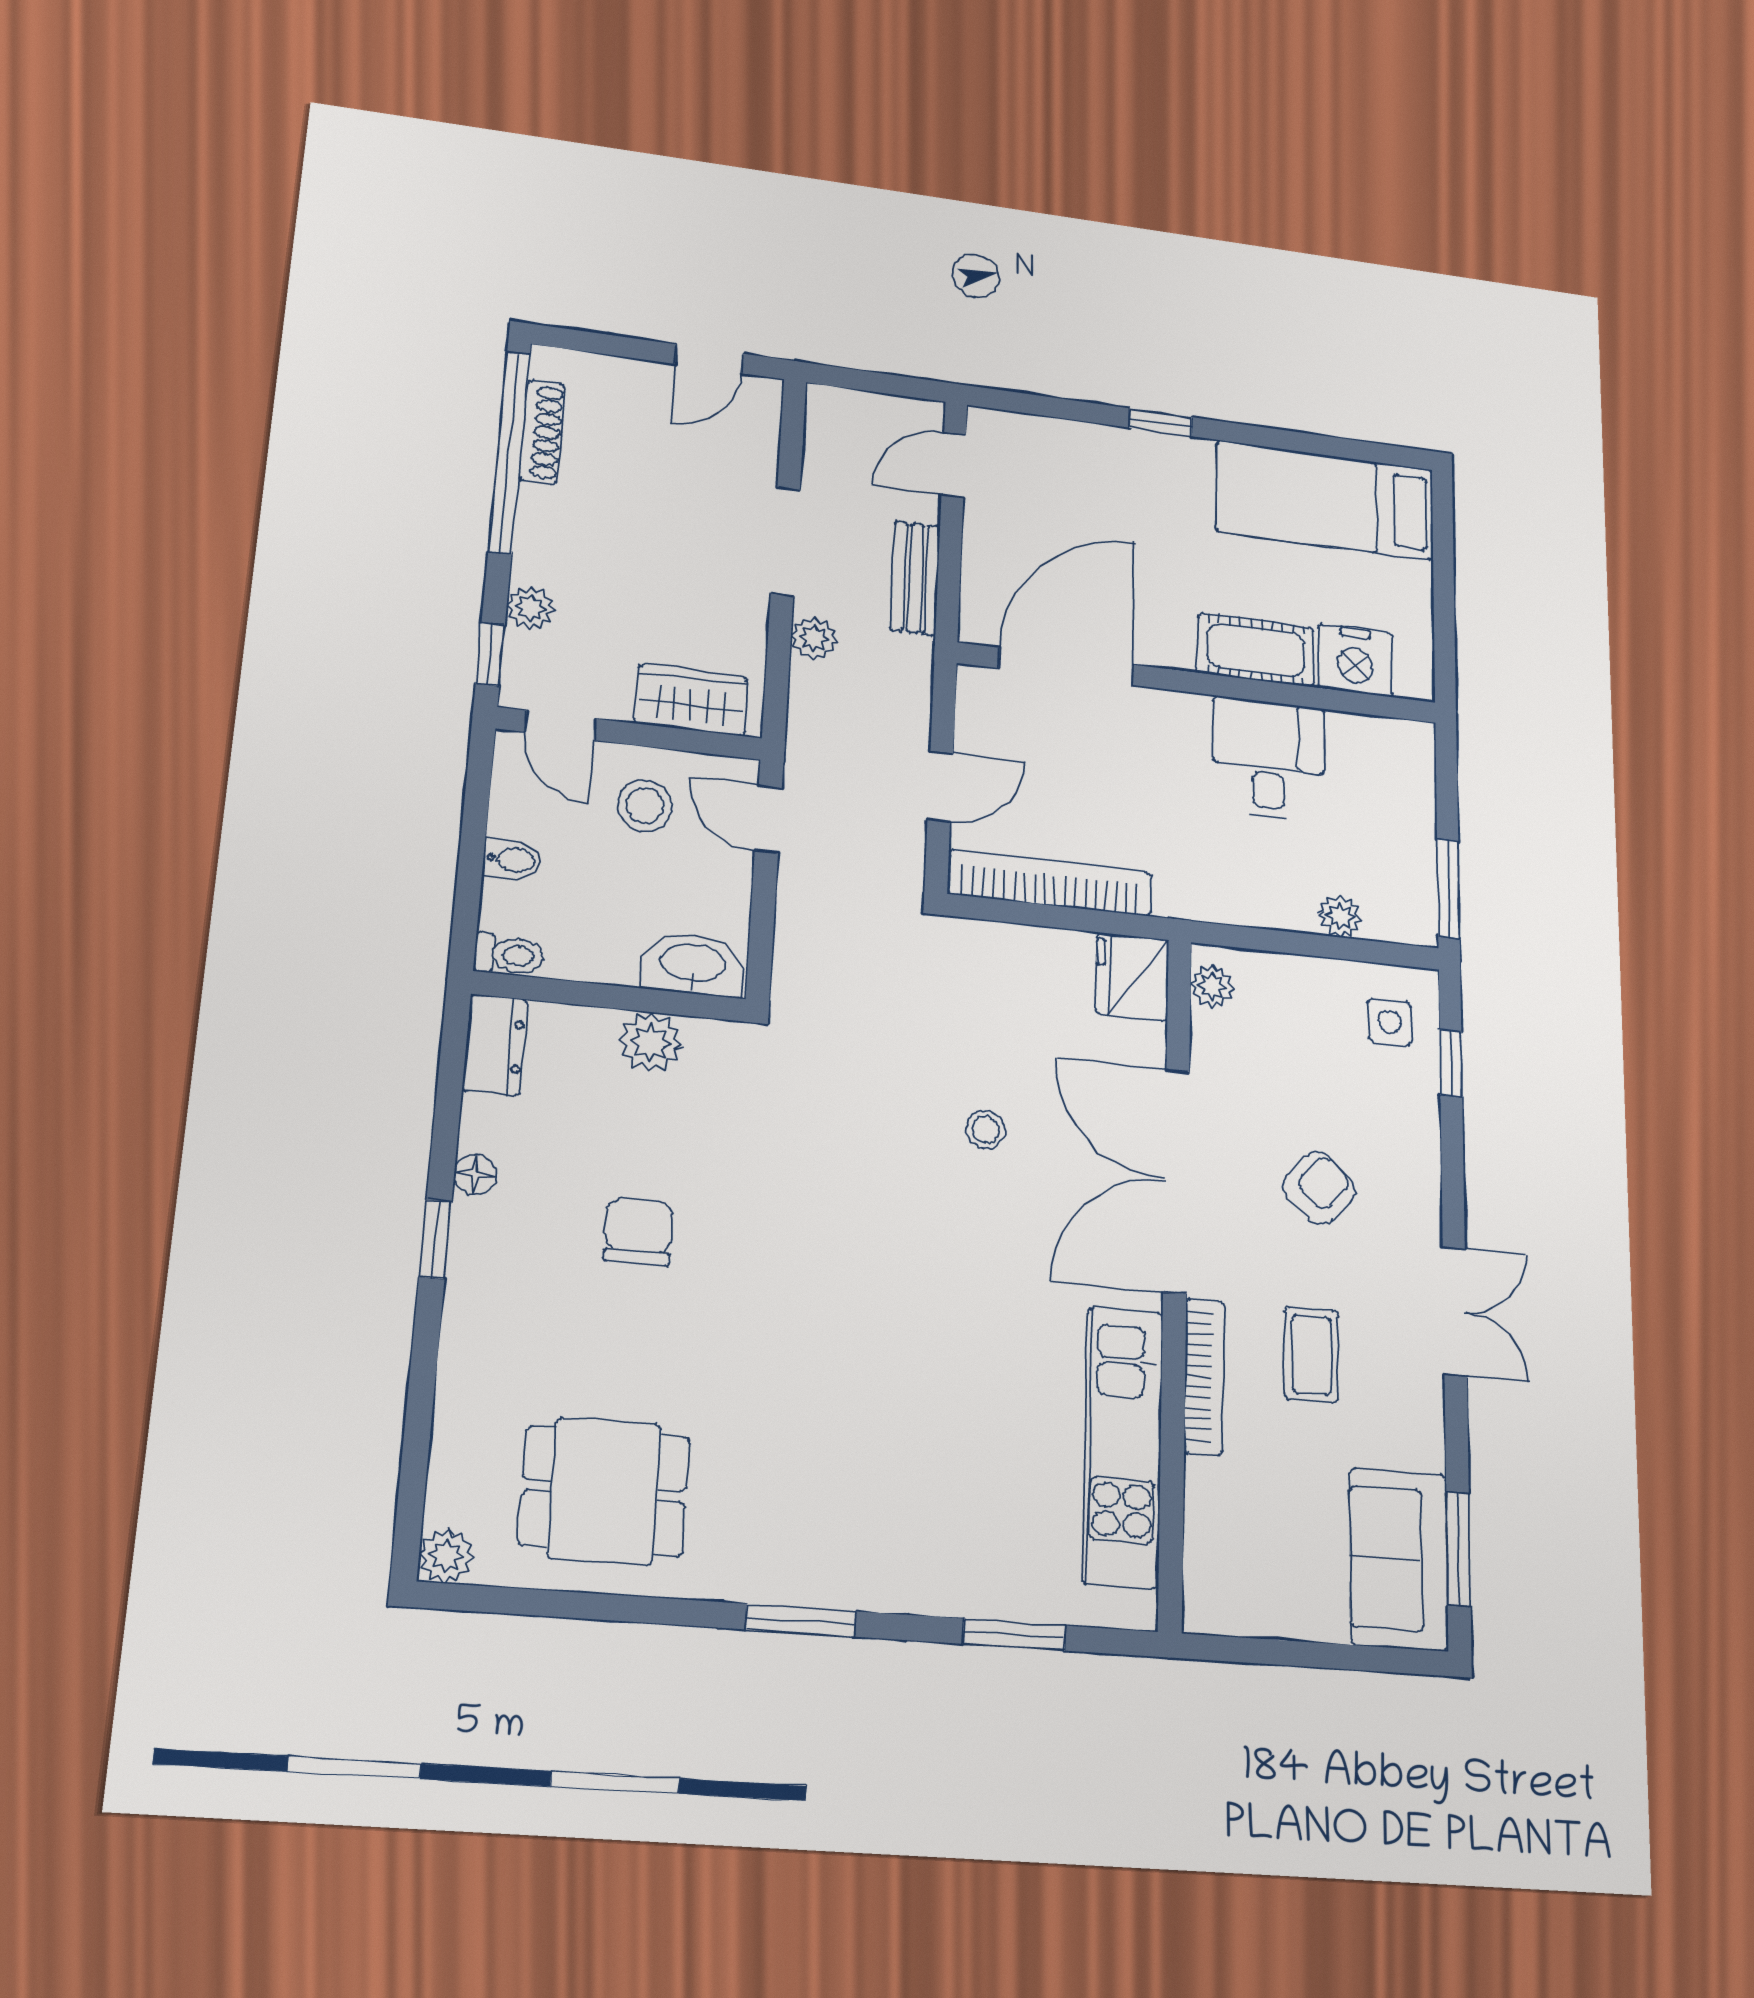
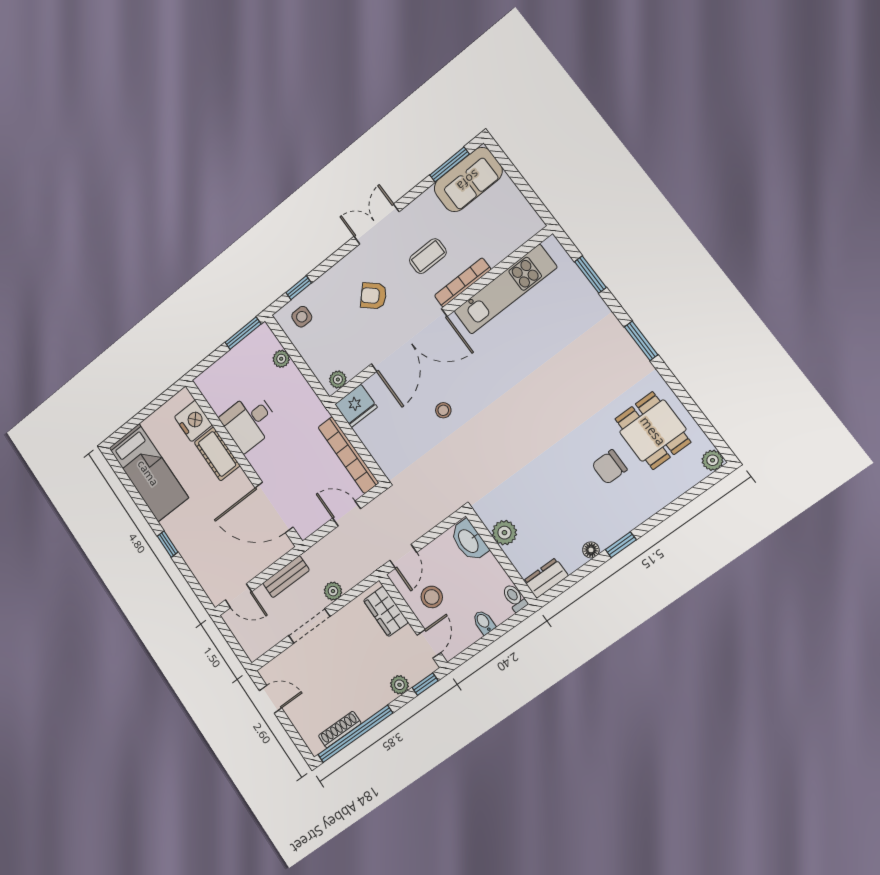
chair: (639, 1231) -> (609, 467), moved

